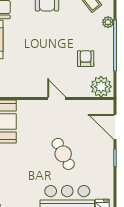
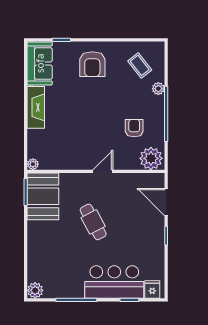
door: (57, 98) -> (103, 171), hinge flipped
cafe table: (63, 154) -> (93, 222), moved

